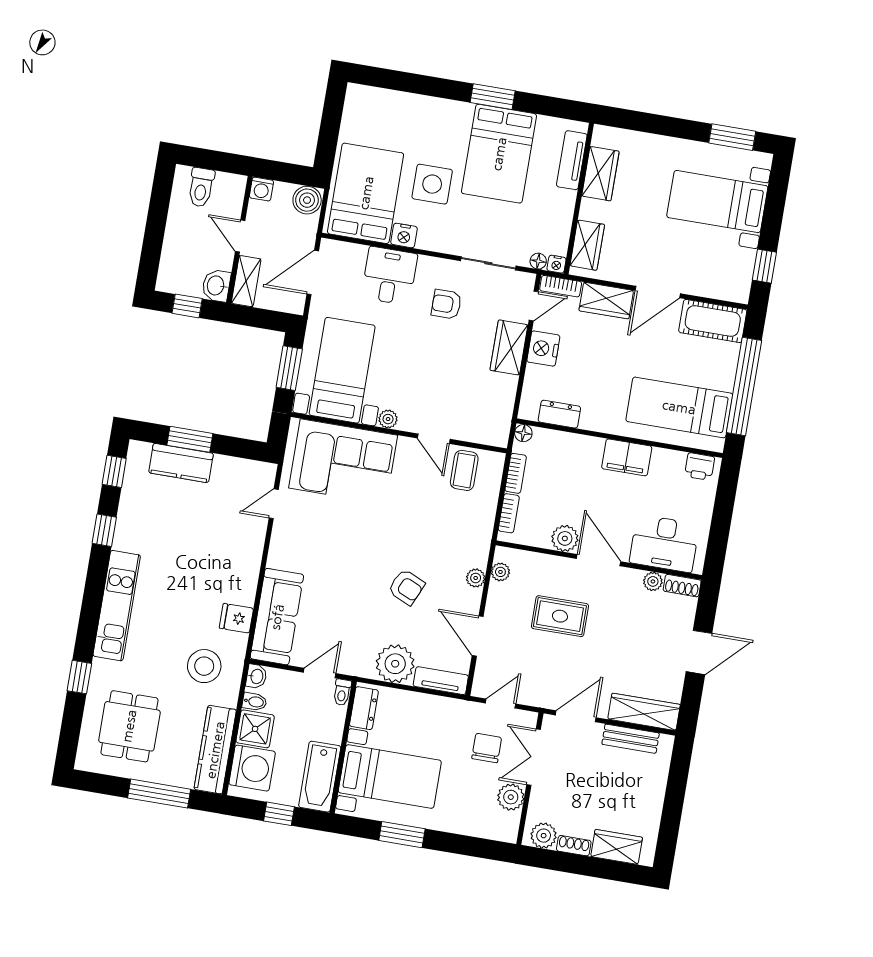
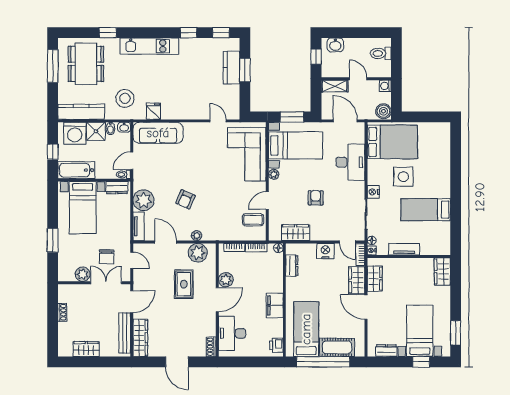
window: (493, 97) -> (456, 201), removed
bed: (499, 154) -> (426, 210), width x0.67
tv unit: (572, 160) -> (404, 249), moved
wardrobe: (600, 174) -> (442, 272), moved, turned 90
nightstand: (404, 235) -> (373, 192), moved
door: (240, 236) -> (358, 79), hinge flipped
wardrobe: (587, 245) -> (375, 279), moved, turned -90
window: (764, 266) -> (421, 362), moved
dresser: (743, 268) -> (386, 351), added
desk: (389, 276) -> (350, 162), width x1.37
washbasin: (216, 286) -> (335, 45), moved, turned 180
armchair: (446, 304) -> (316, 198), moved
cot: (713, 321) -> (337, 347), moved, turned 90
wardrobe: (509, 348) -> (296, 233), moved
plant: (500, 572) -> (198, 253), width x1.88, depth x1.88
plant: (653, 581) -> (211, 331), removed
door: (478, 636) -> (166, 242), hinge flipped
door: (320, 673) -> (132, 161), swing flipped
door: (576, 716) -> (132, 302), hinge flipped
dining table: (129, 726) -> (86, 64), width x1.38
bench: (631, 739) -> (125, 333), width x1.36
chair: (487, 748) -> (107, 257), turned 90
window: (159, 794) -> (53, 66), moved
window: (402, 835) -> (53, 240), moved
plant: (544, 836) -> (65, 295), removed
wardrobe: (617, 847) -> (86, 349), moved, turned -90

